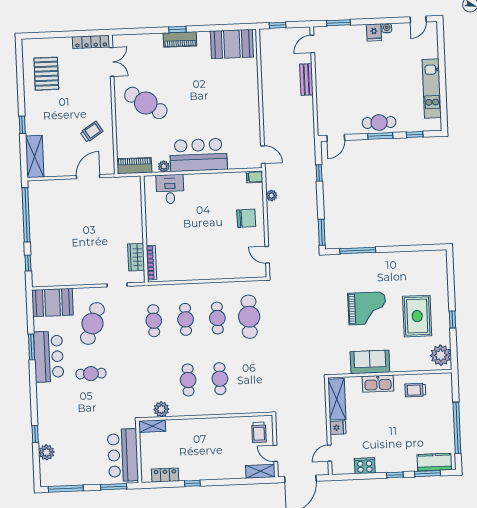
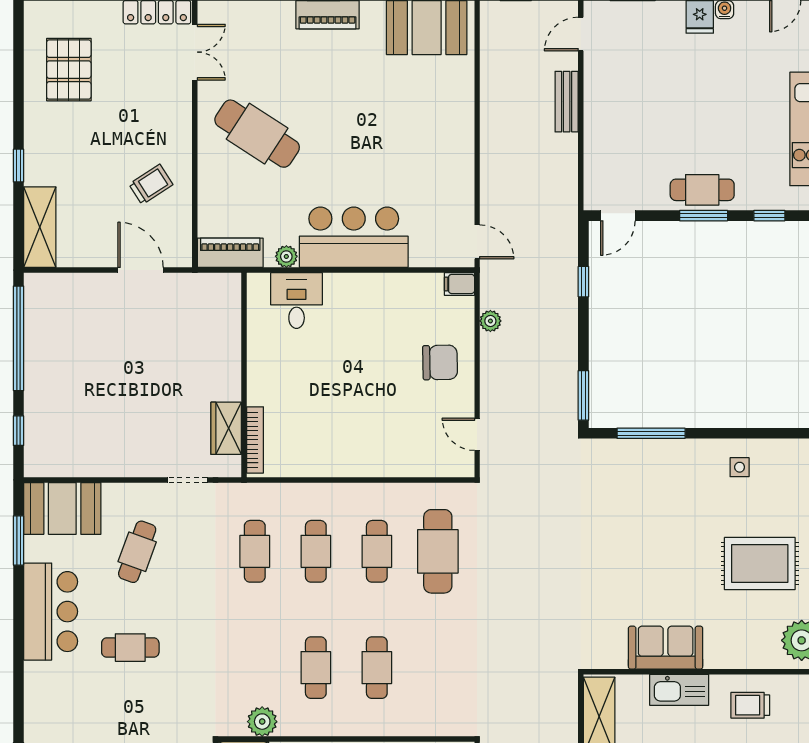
door: (88, 177) -> (141, 270), hinge flipped
side table: (405, 266) -> (740, 467), added
grand piano: (367, 308) -> (664, 545), removed
rug: (417, 316) -> (760, 564), turned 90
cafe table: (92, 324) -> (137, 552), width x0.73, depth x0.74
window: (32, 347) -> (19, 541), moved

